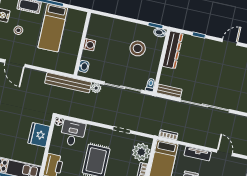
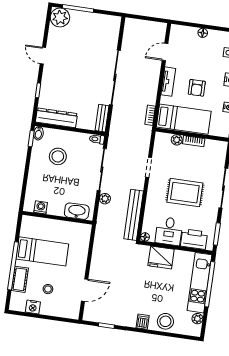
washing machine: (89, 45) -> (41, 207), moved
washbasin: (84, 66) -> (77, 211), width x1.91, depth x1.45
bench: (68, 83) -> (134, 215), moved
desk: (73, 133) -> (169, 231), moved, turned -90
plant: (141, 152) -> (177, 140), width x0.53, depth x0.53

